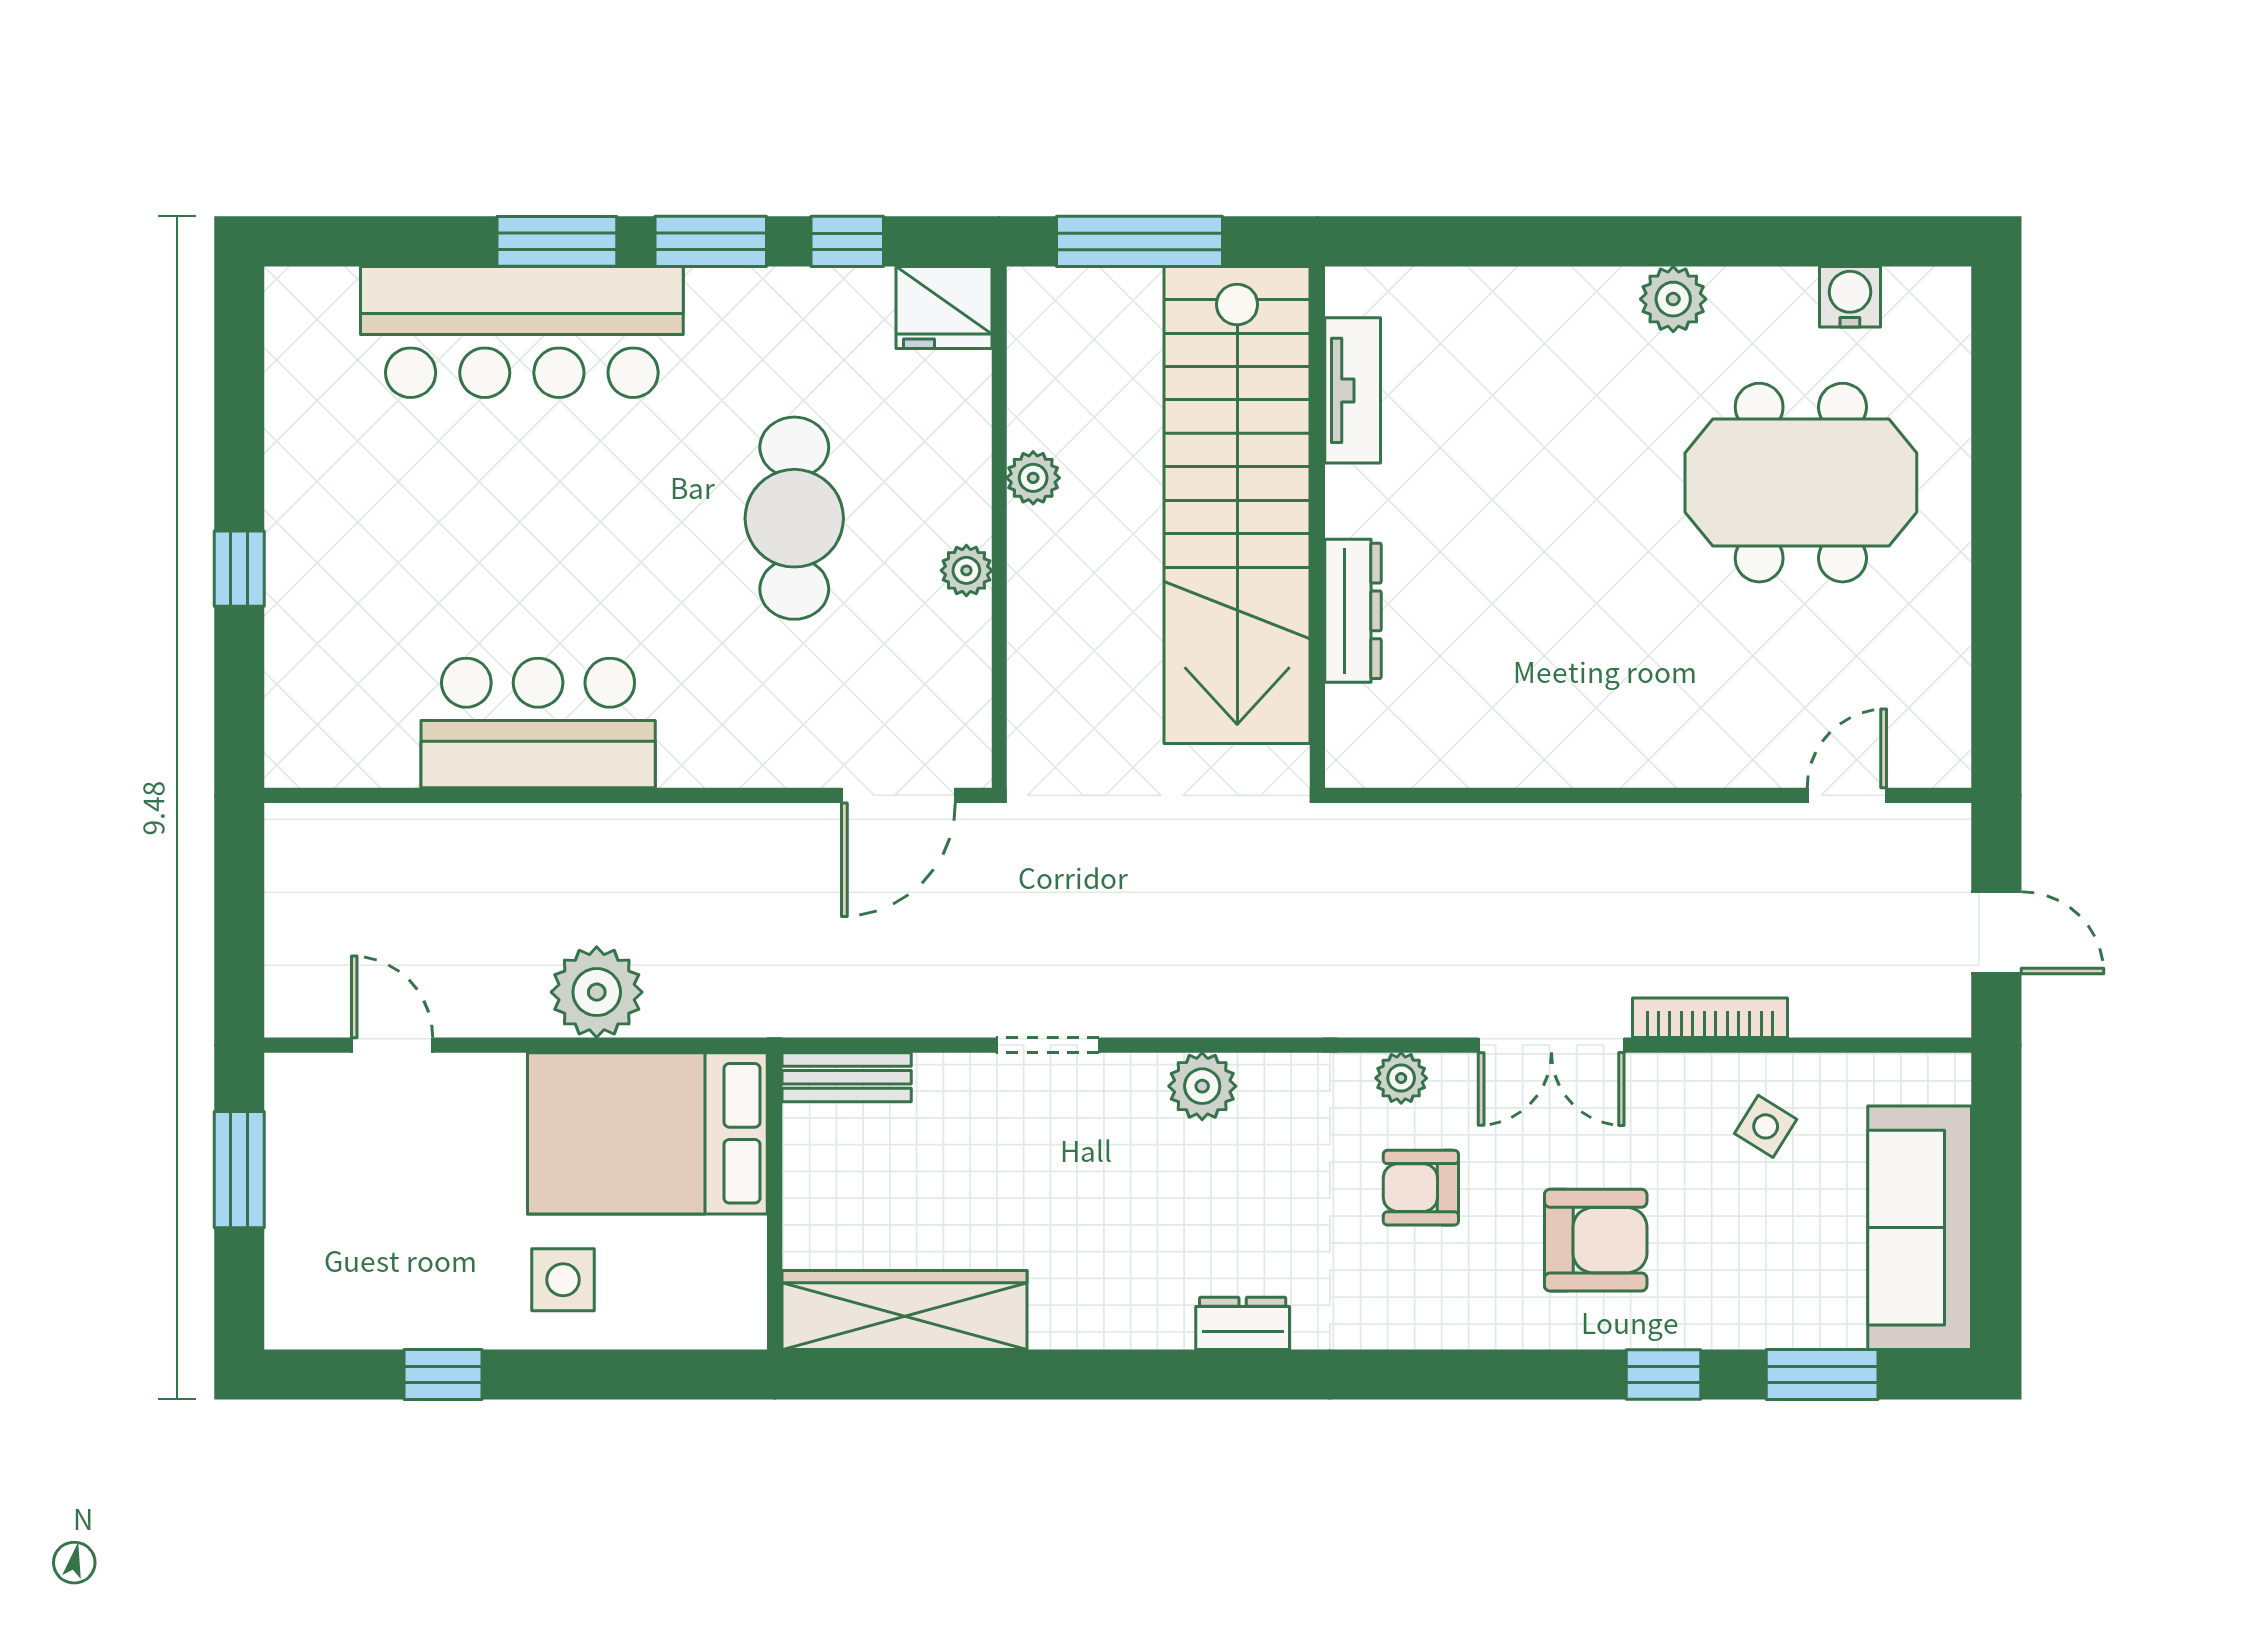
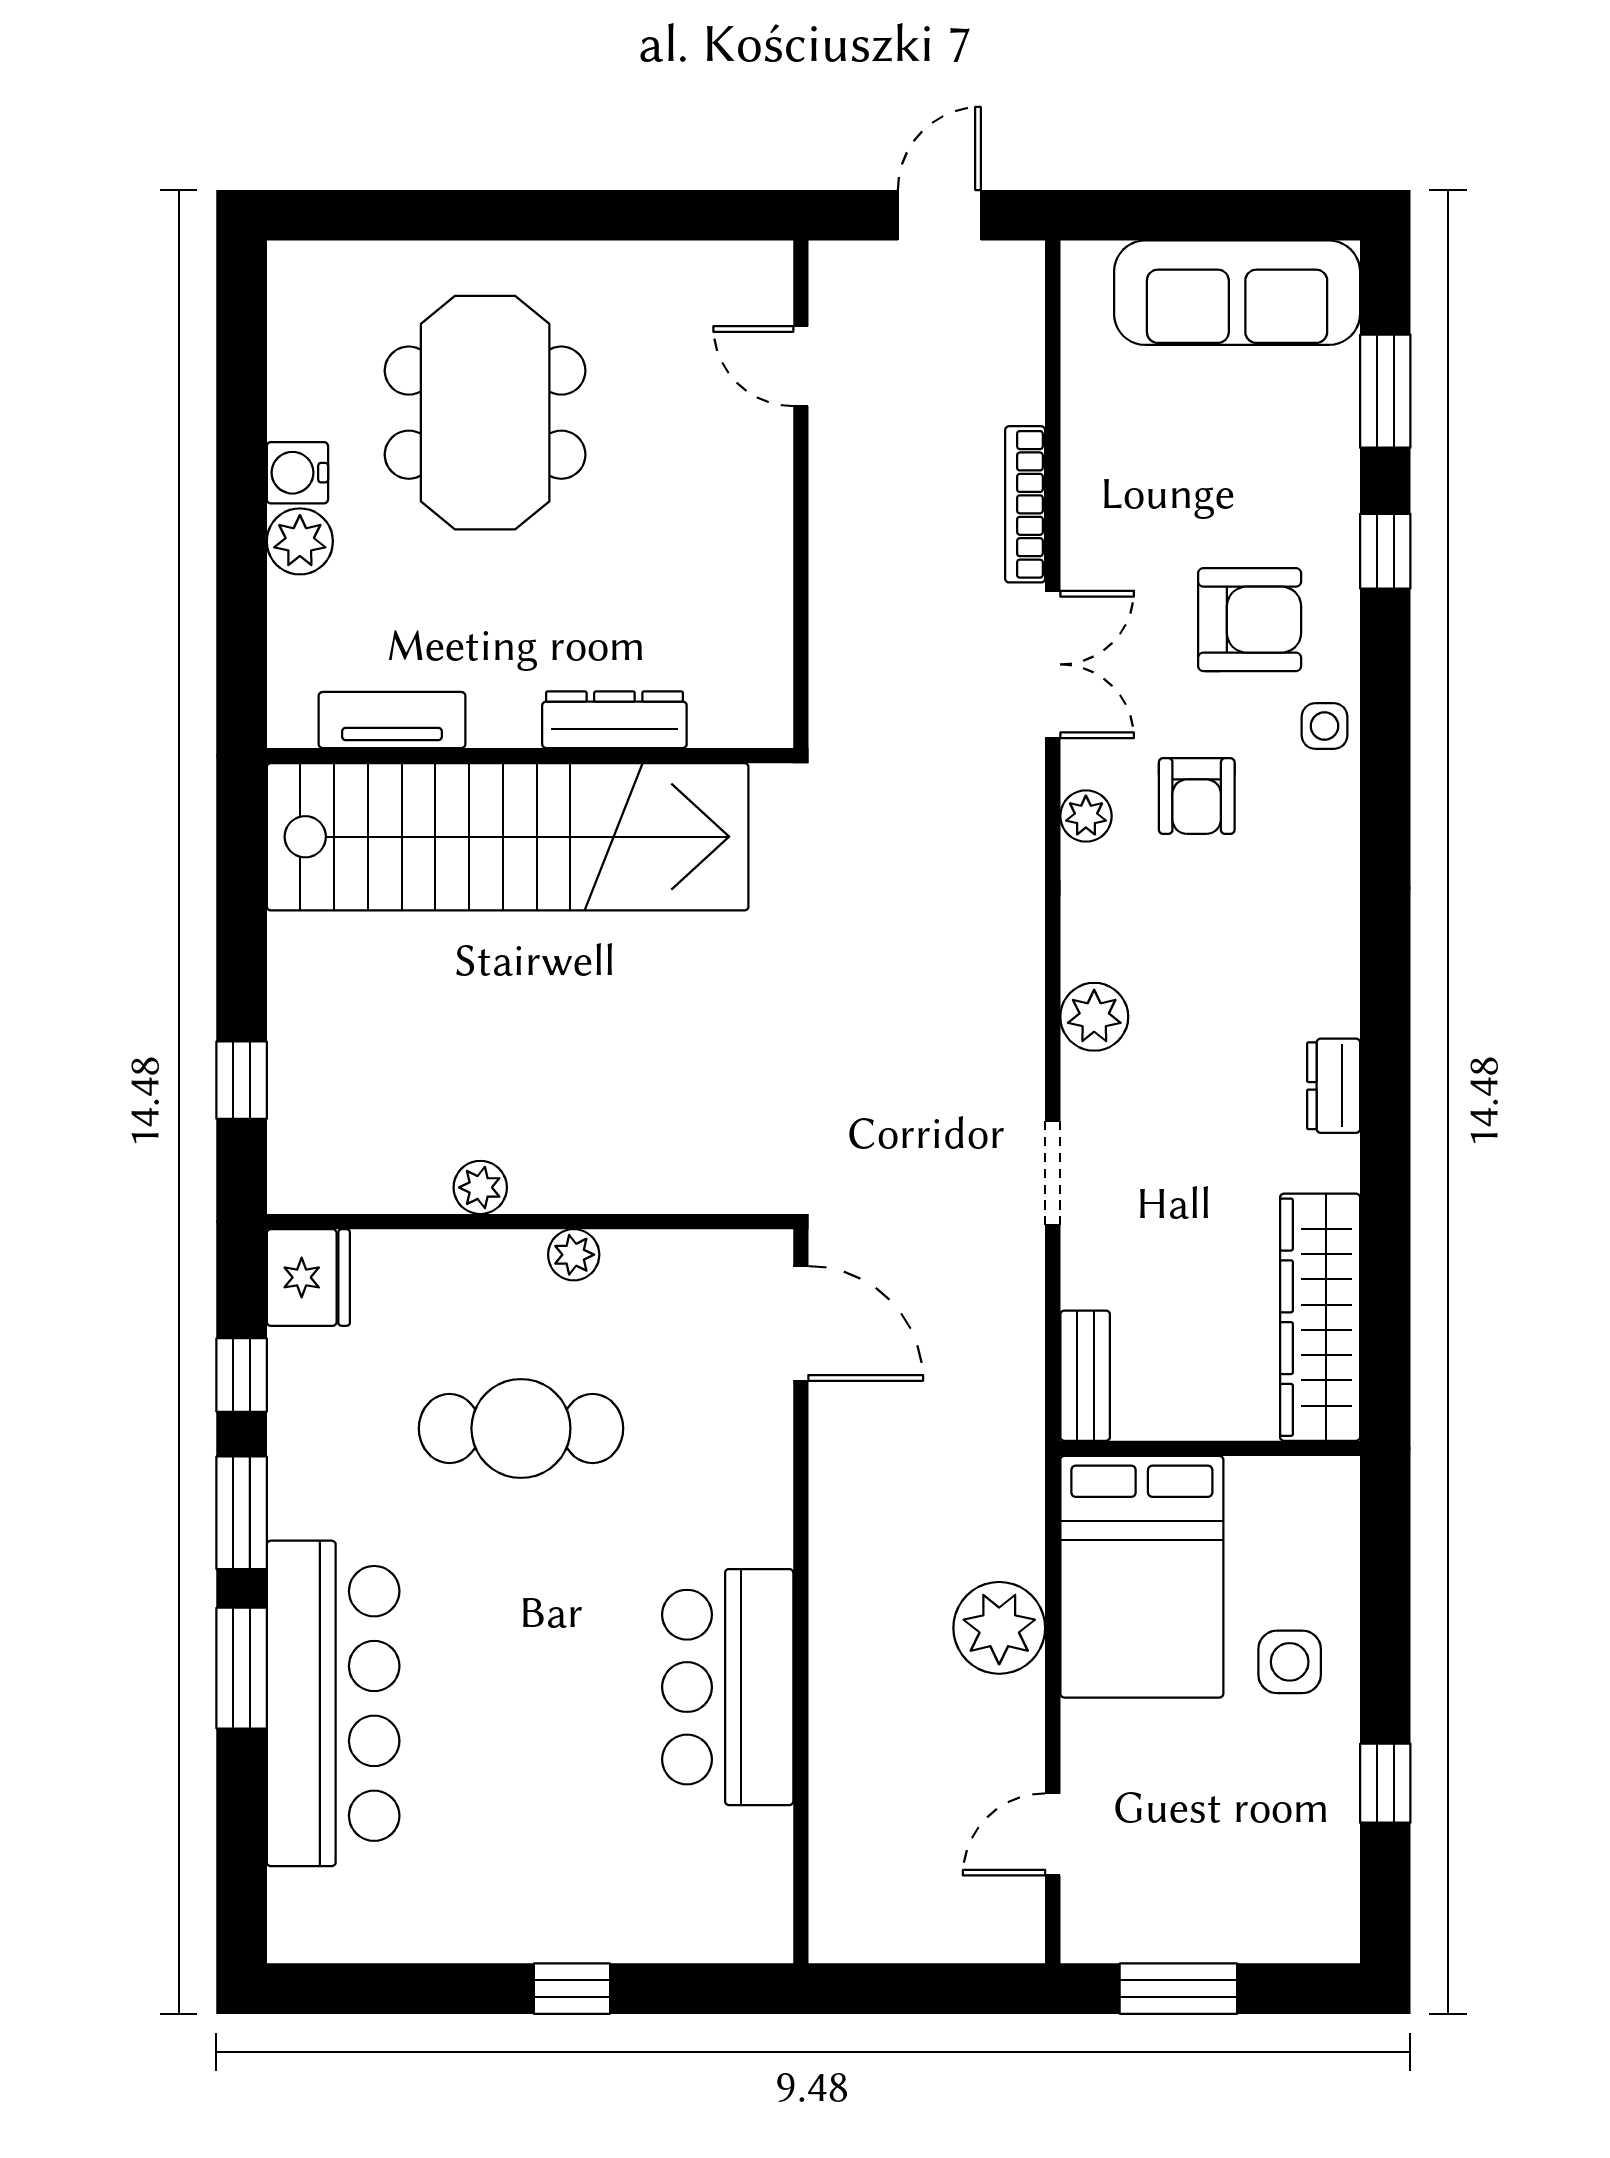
window: (1139, 241) -> (242, 1080), width x0.46
water cooler: (1850, 297) -> (297, 473), moved
tv unit: (1353, 390) -> (392, 720), moved
stairs: (1237, 505) -> (508, 837), moved
wall: (1317, 527) -> (530, 756), moved
dresser: (1353, 611) -> (614, 720), moved
side table: (1766, 1126) -> (1325, 726), moved, turned -32
armchair: (1596, 1240) -> (1250, 620), turned 90
dresser: (1243, 1323) -> (1334, 1086), moved

